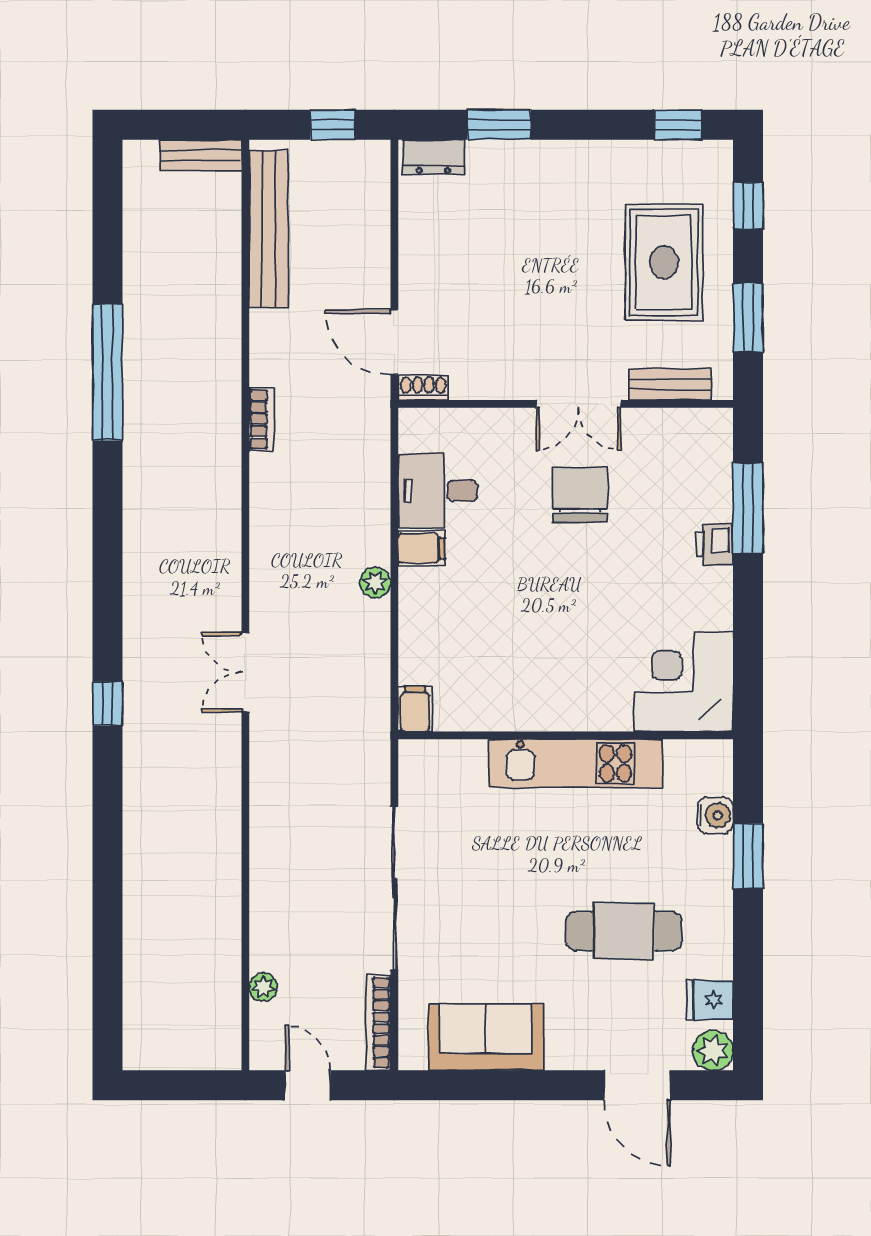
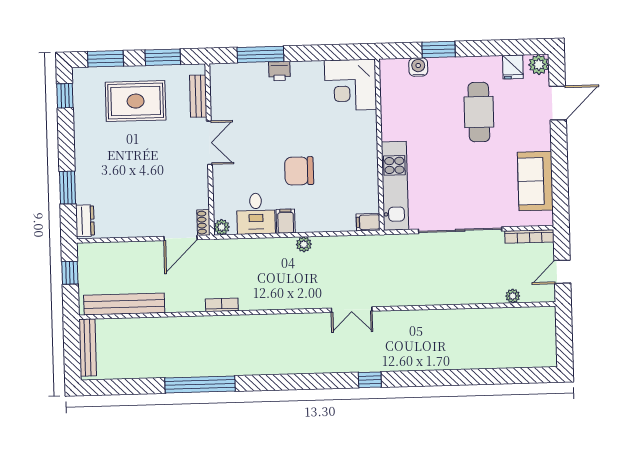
bench: (201, 155) -> (88, 348), width x1.36
window: (748, 206) -> (105, 59), width x1.50
plant: (413, 423) -> (222, 227), added
chair: (580, 495) -> (299, 171), moved
kitchen unit: (576, 763) -> (395, 186), moved

